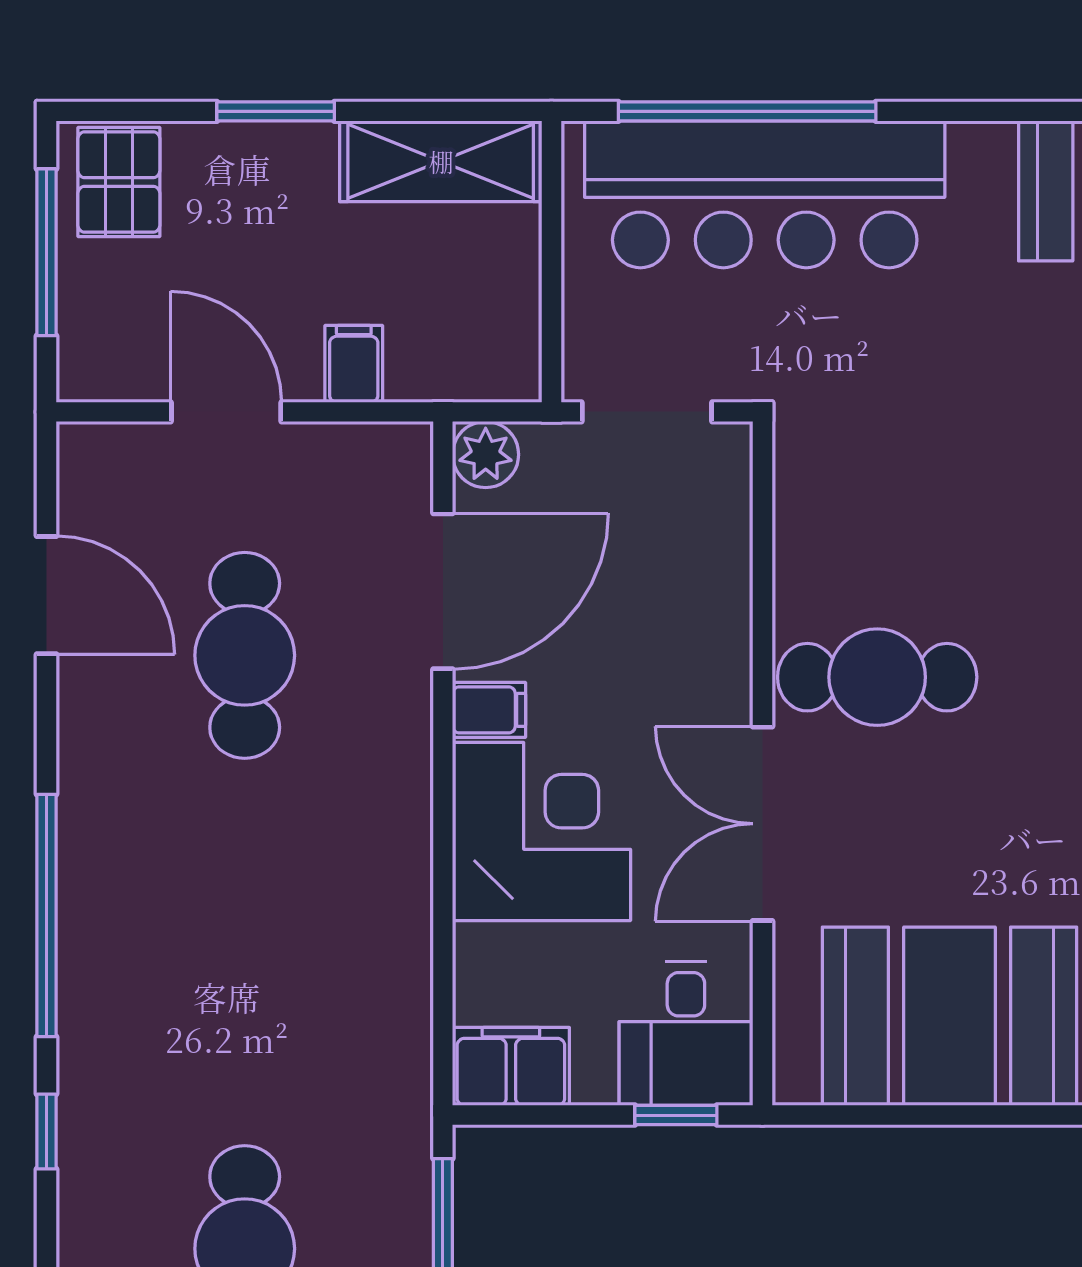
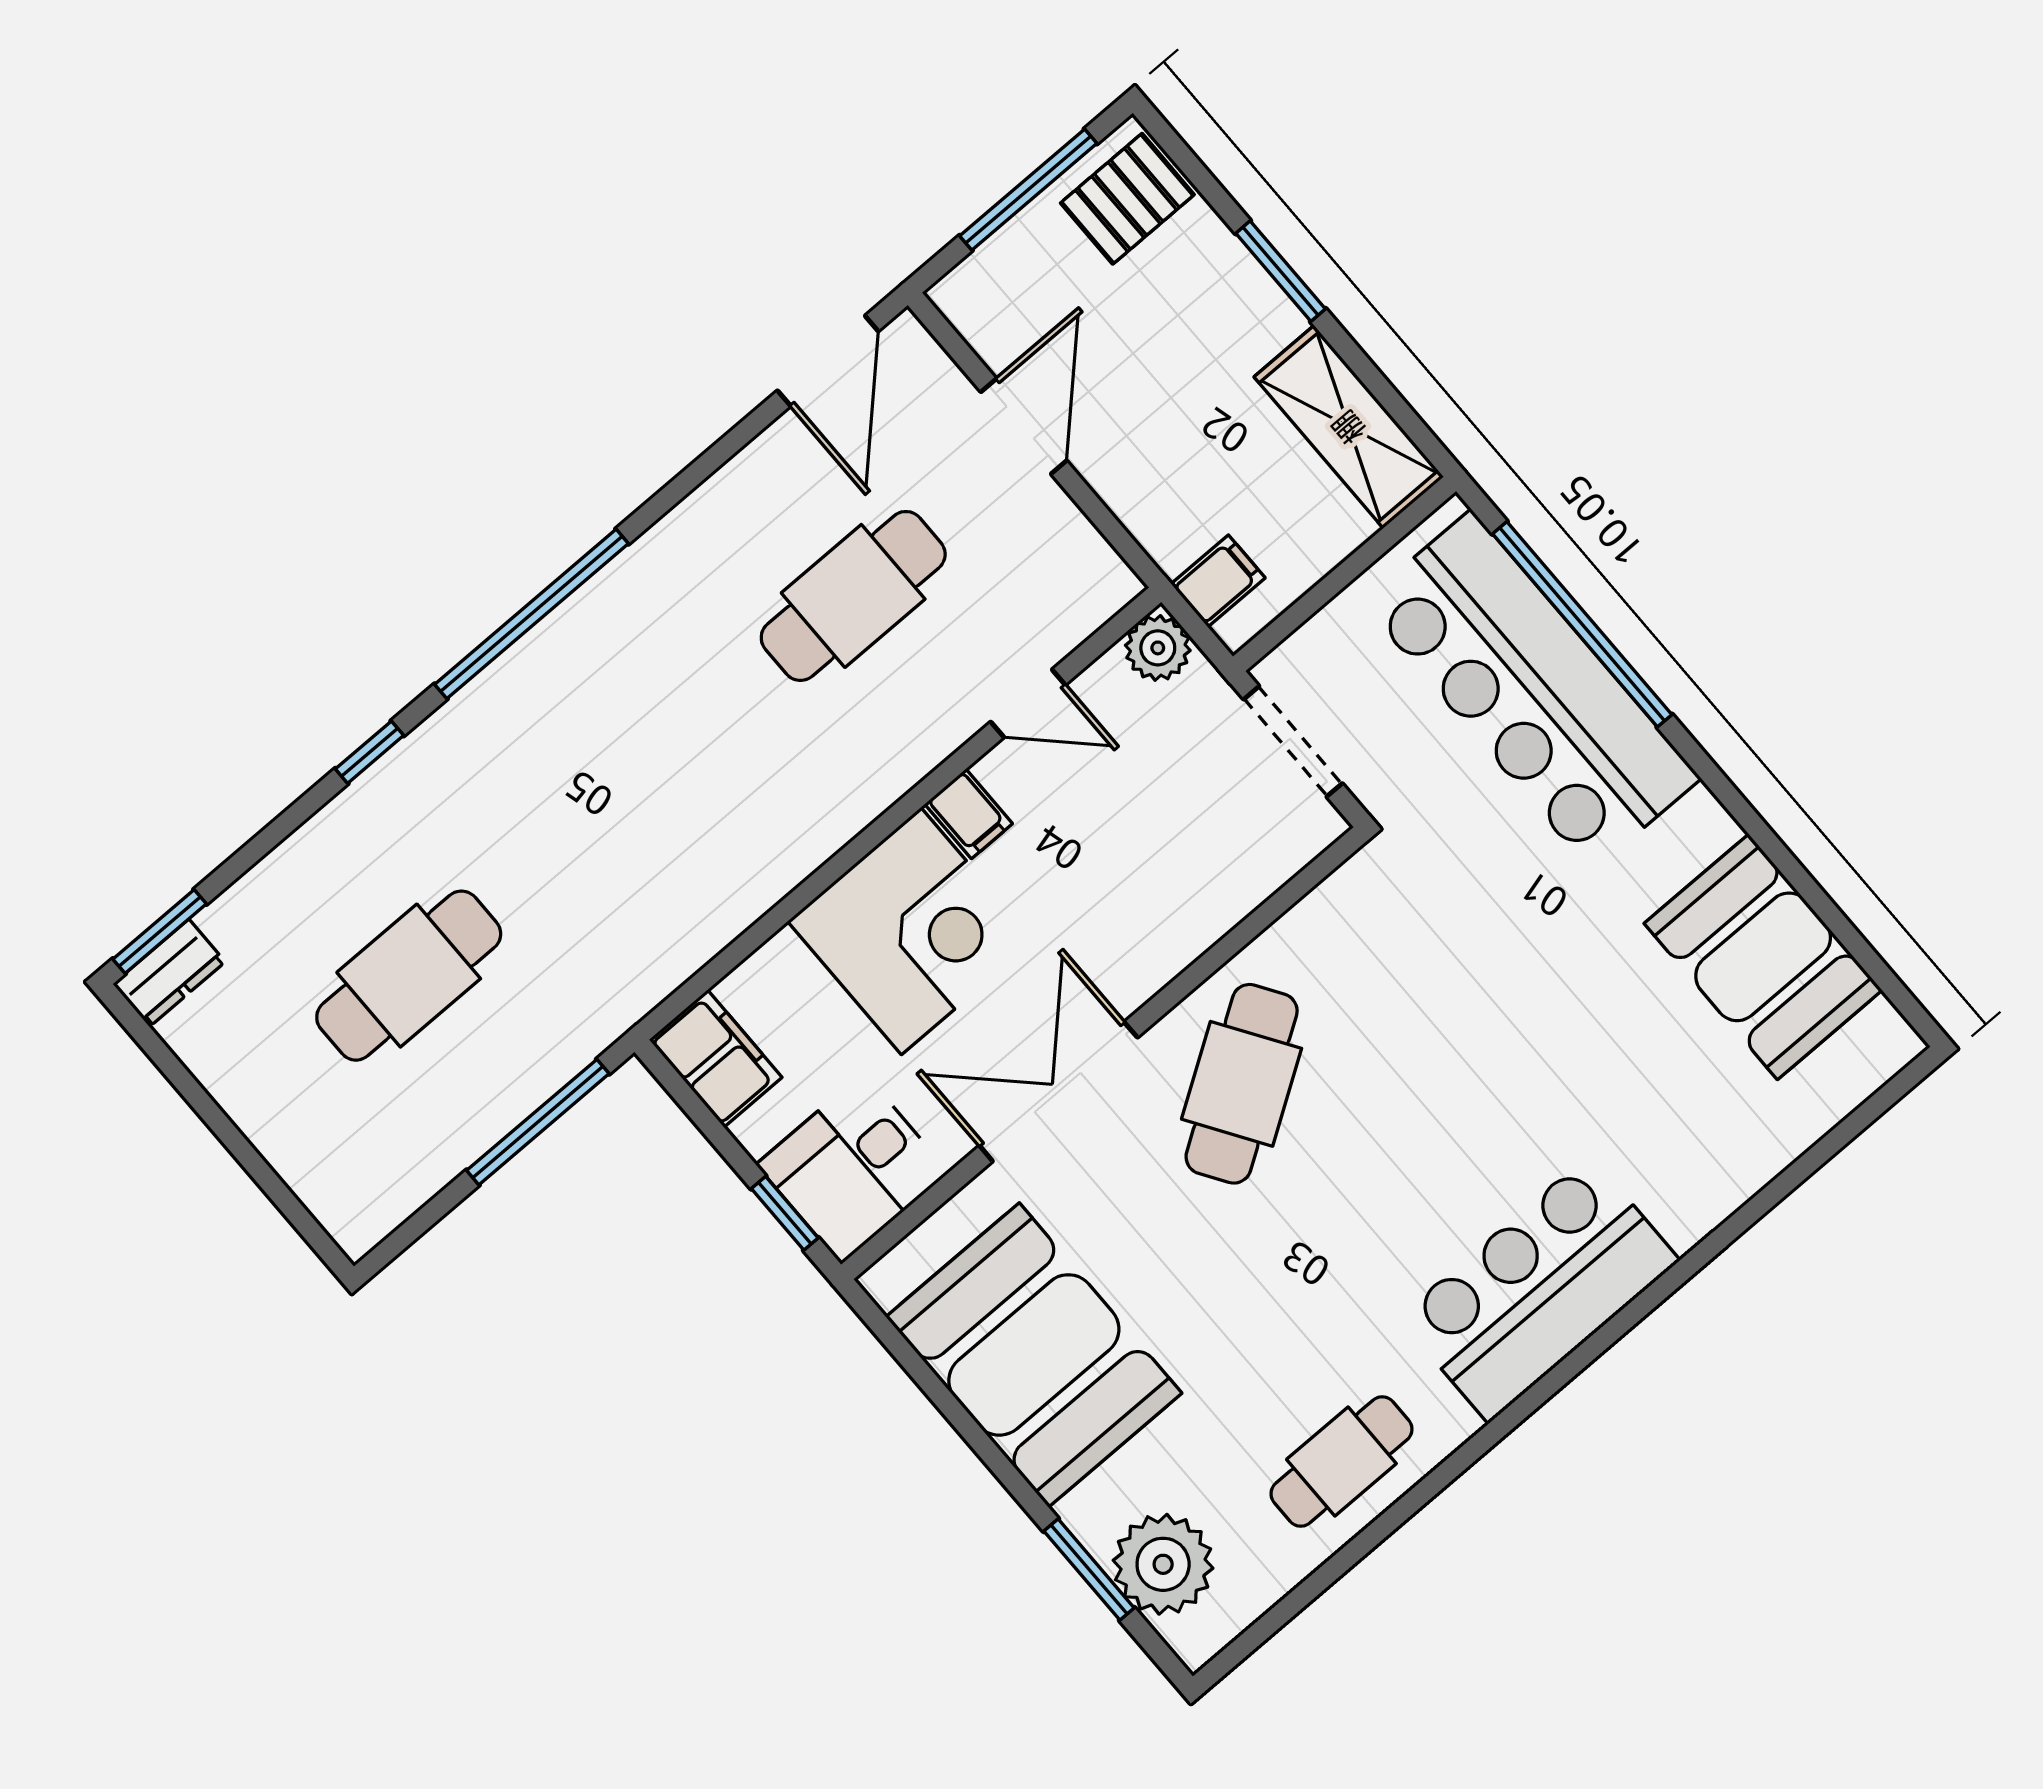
filing cabinet: (354, 364) -> (1218, 581), moved
door: (443, 591) -> (1028, 703), width x0.53
door: (47, 595) -> (828, 361), moved
cafe table: (877, 677) -> (1242, 1084), turned 57

